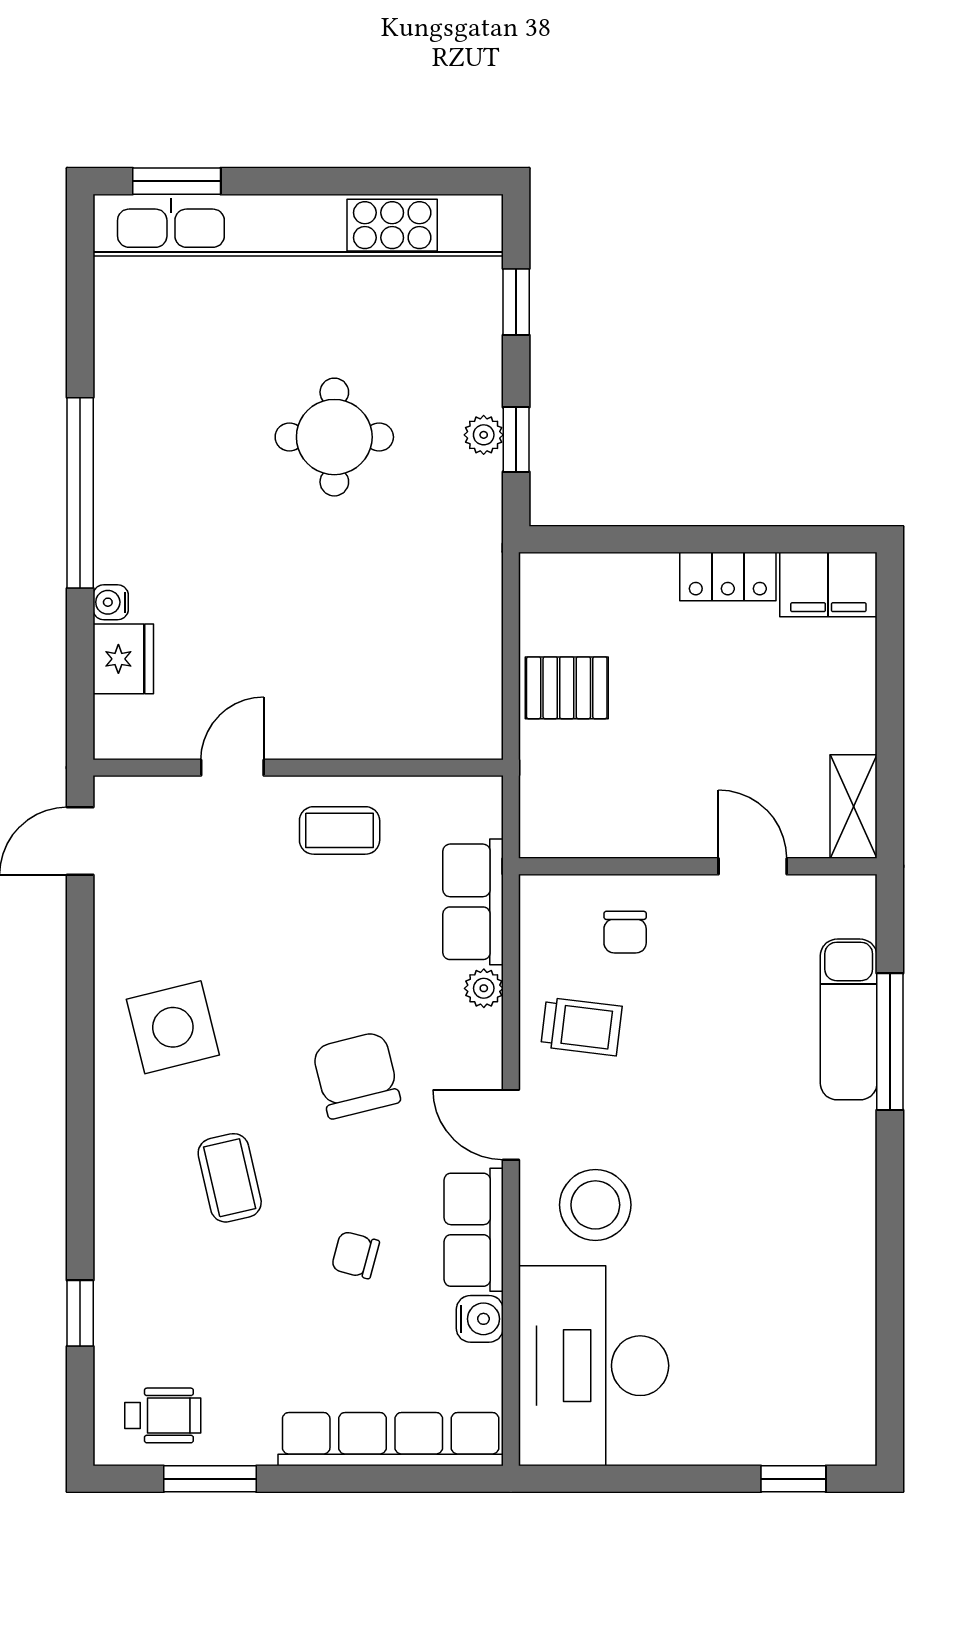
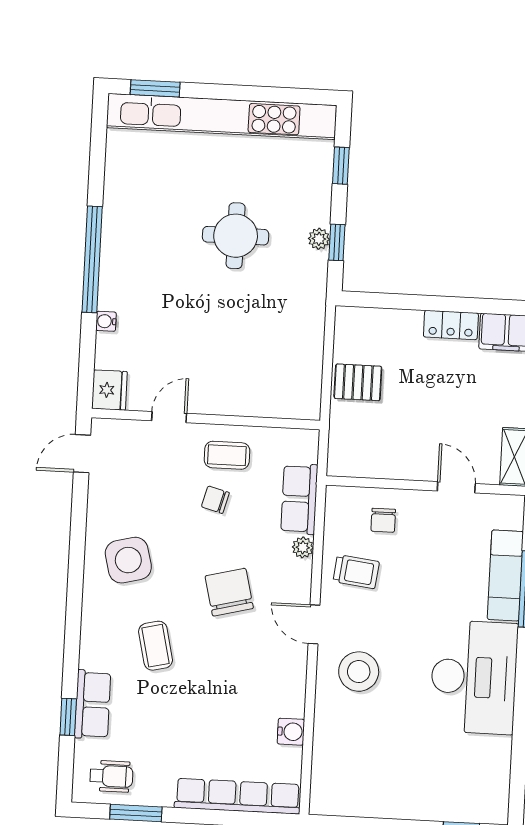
fridge: (123, 659) -> (109, 390), moved
row of seats: (474, 1230) -> (93, 705), moved, turned 180
chair: (355, 1255) -> (215, 500), moved
desk: (594, 1366) -> (474, 677), moved, turned 180

